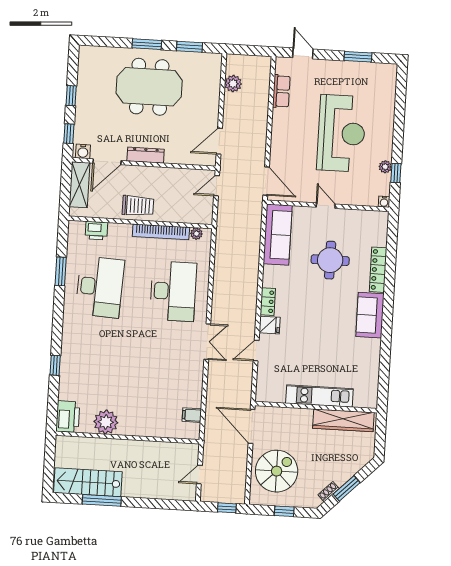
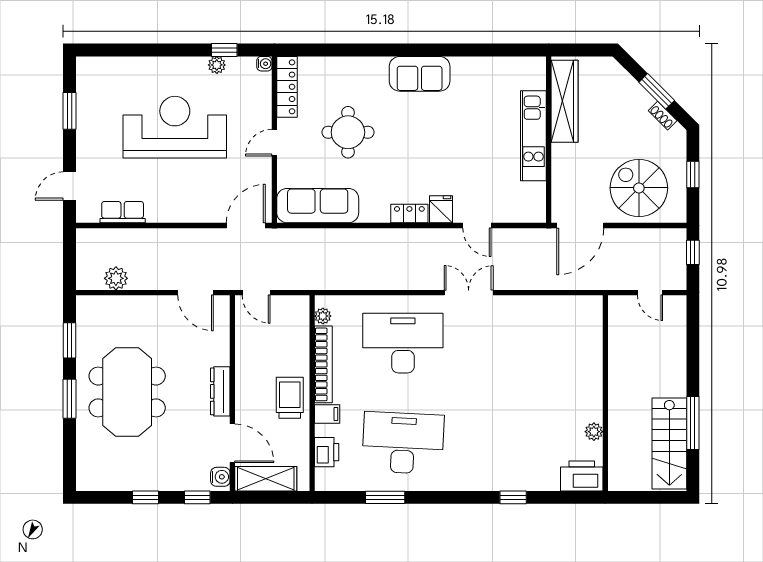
locker: (378, 270) -> (287, 87), moved, turned -90
filing cabinet: (192, 415) -> (327, 414), moved, turned -90
plant: (106, 422) -> (594, 432), width x0.53, depth x0.53

